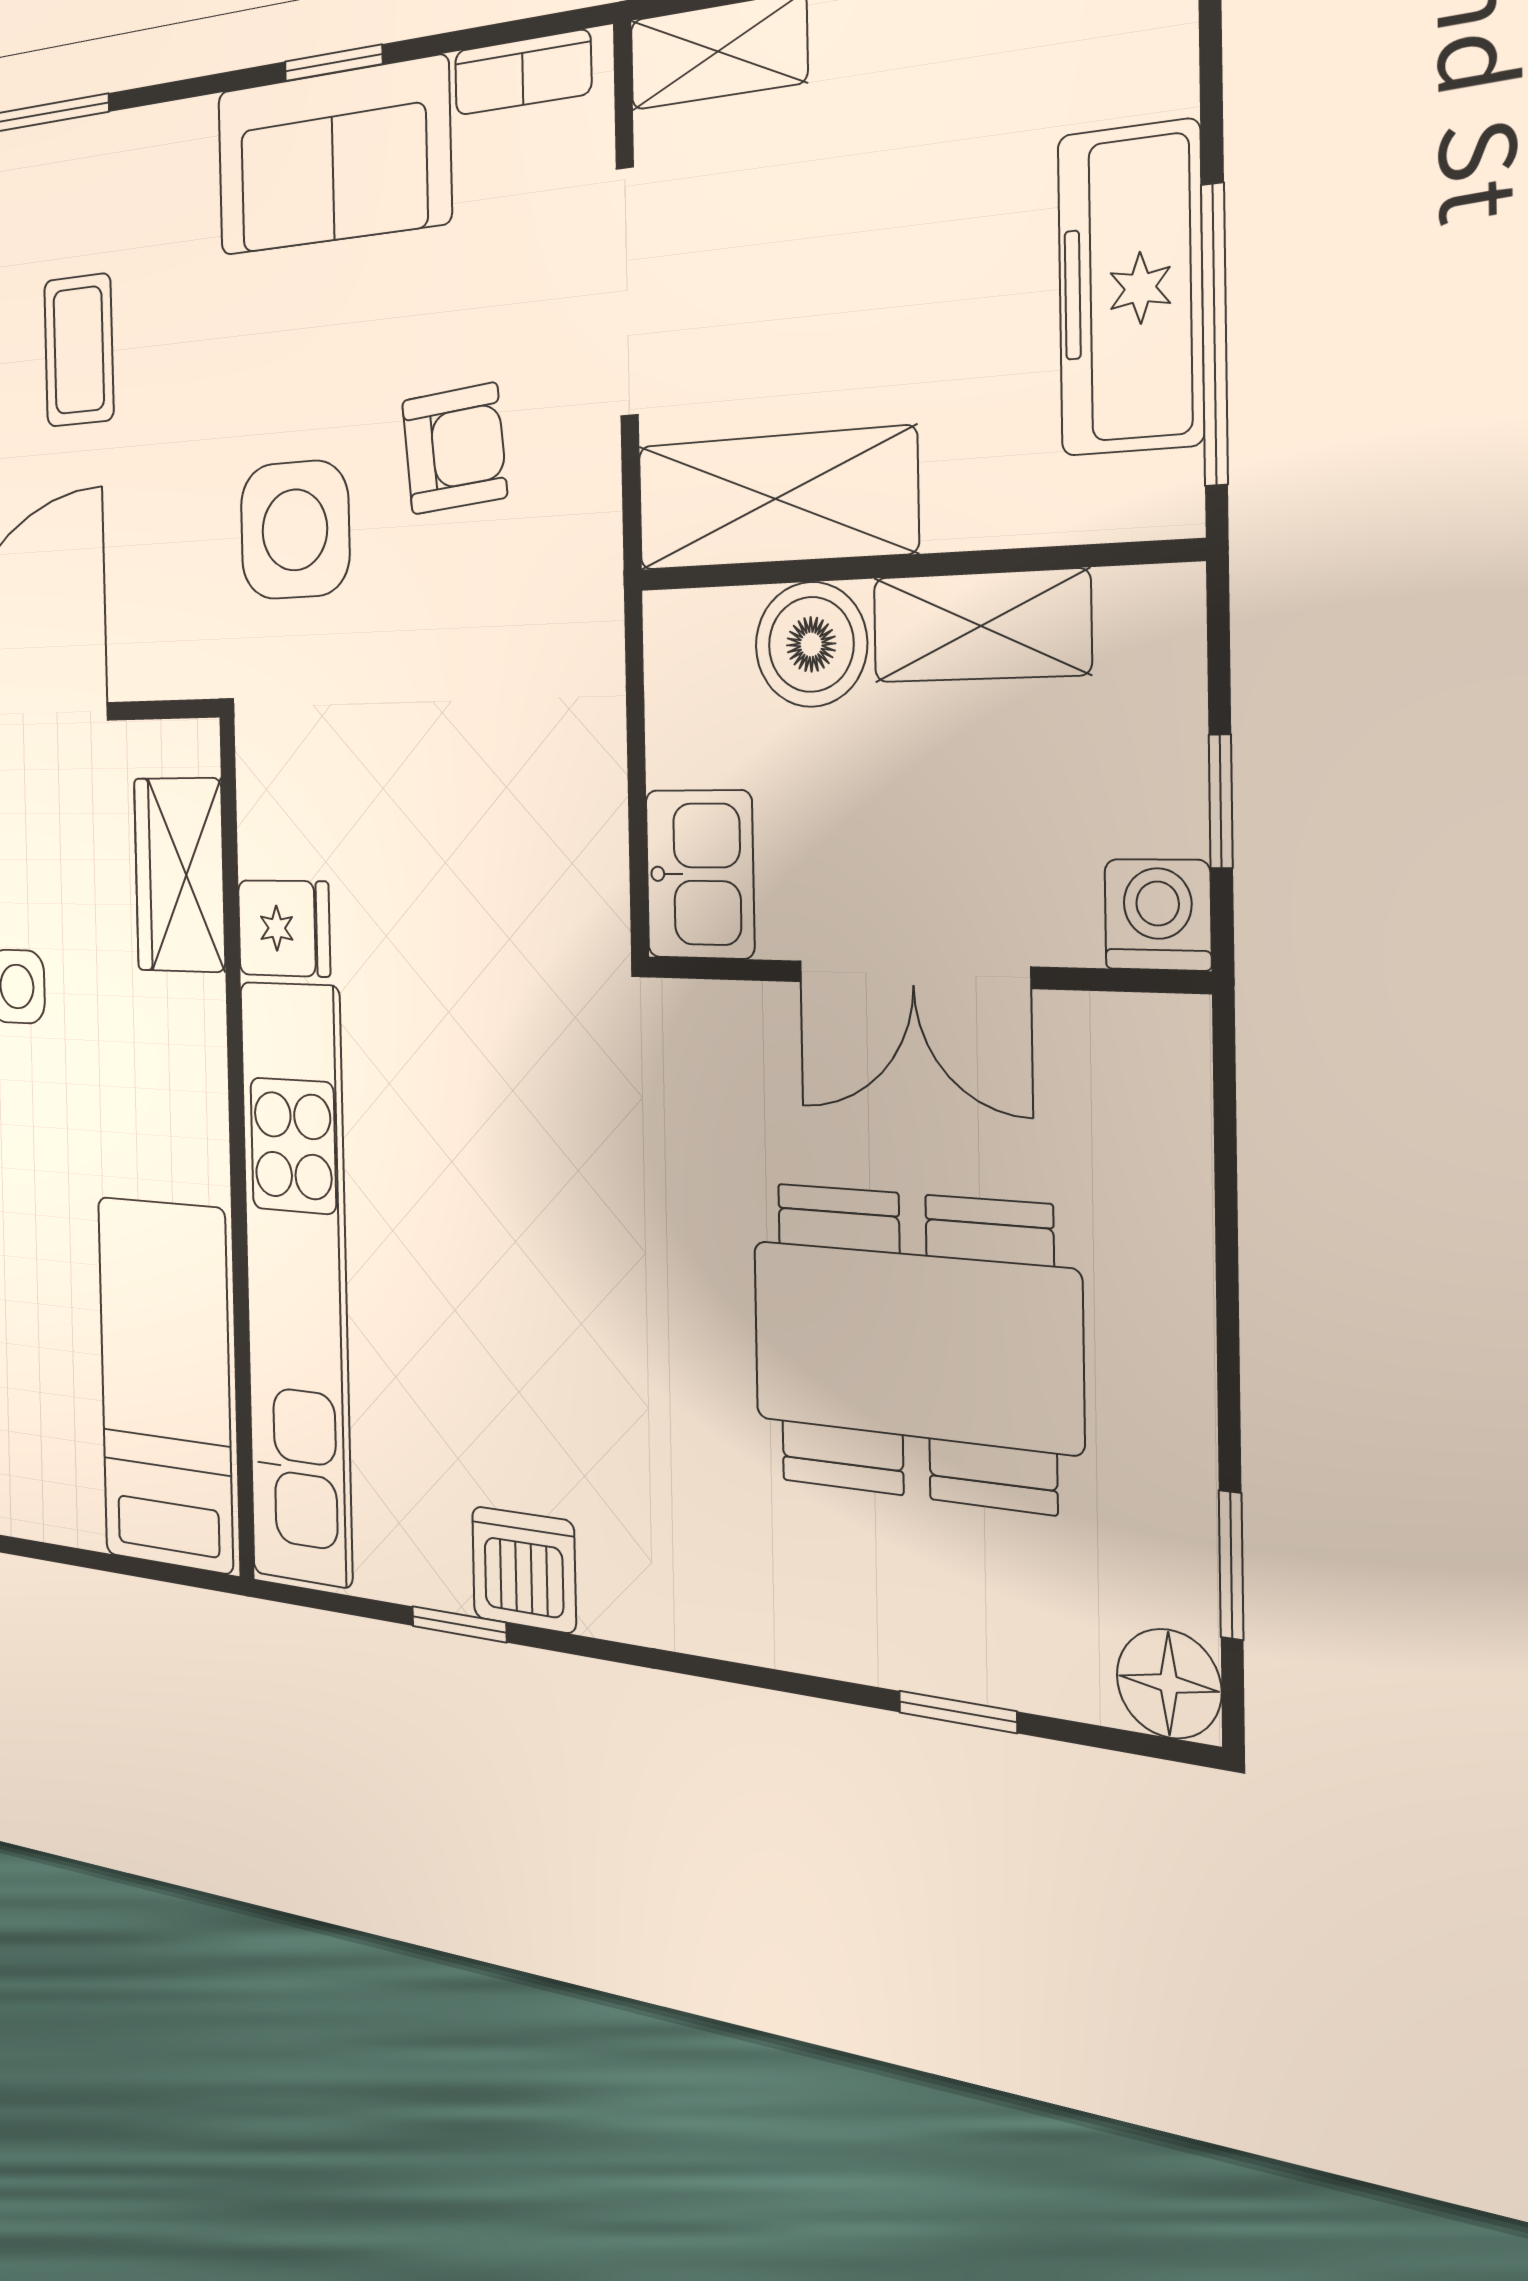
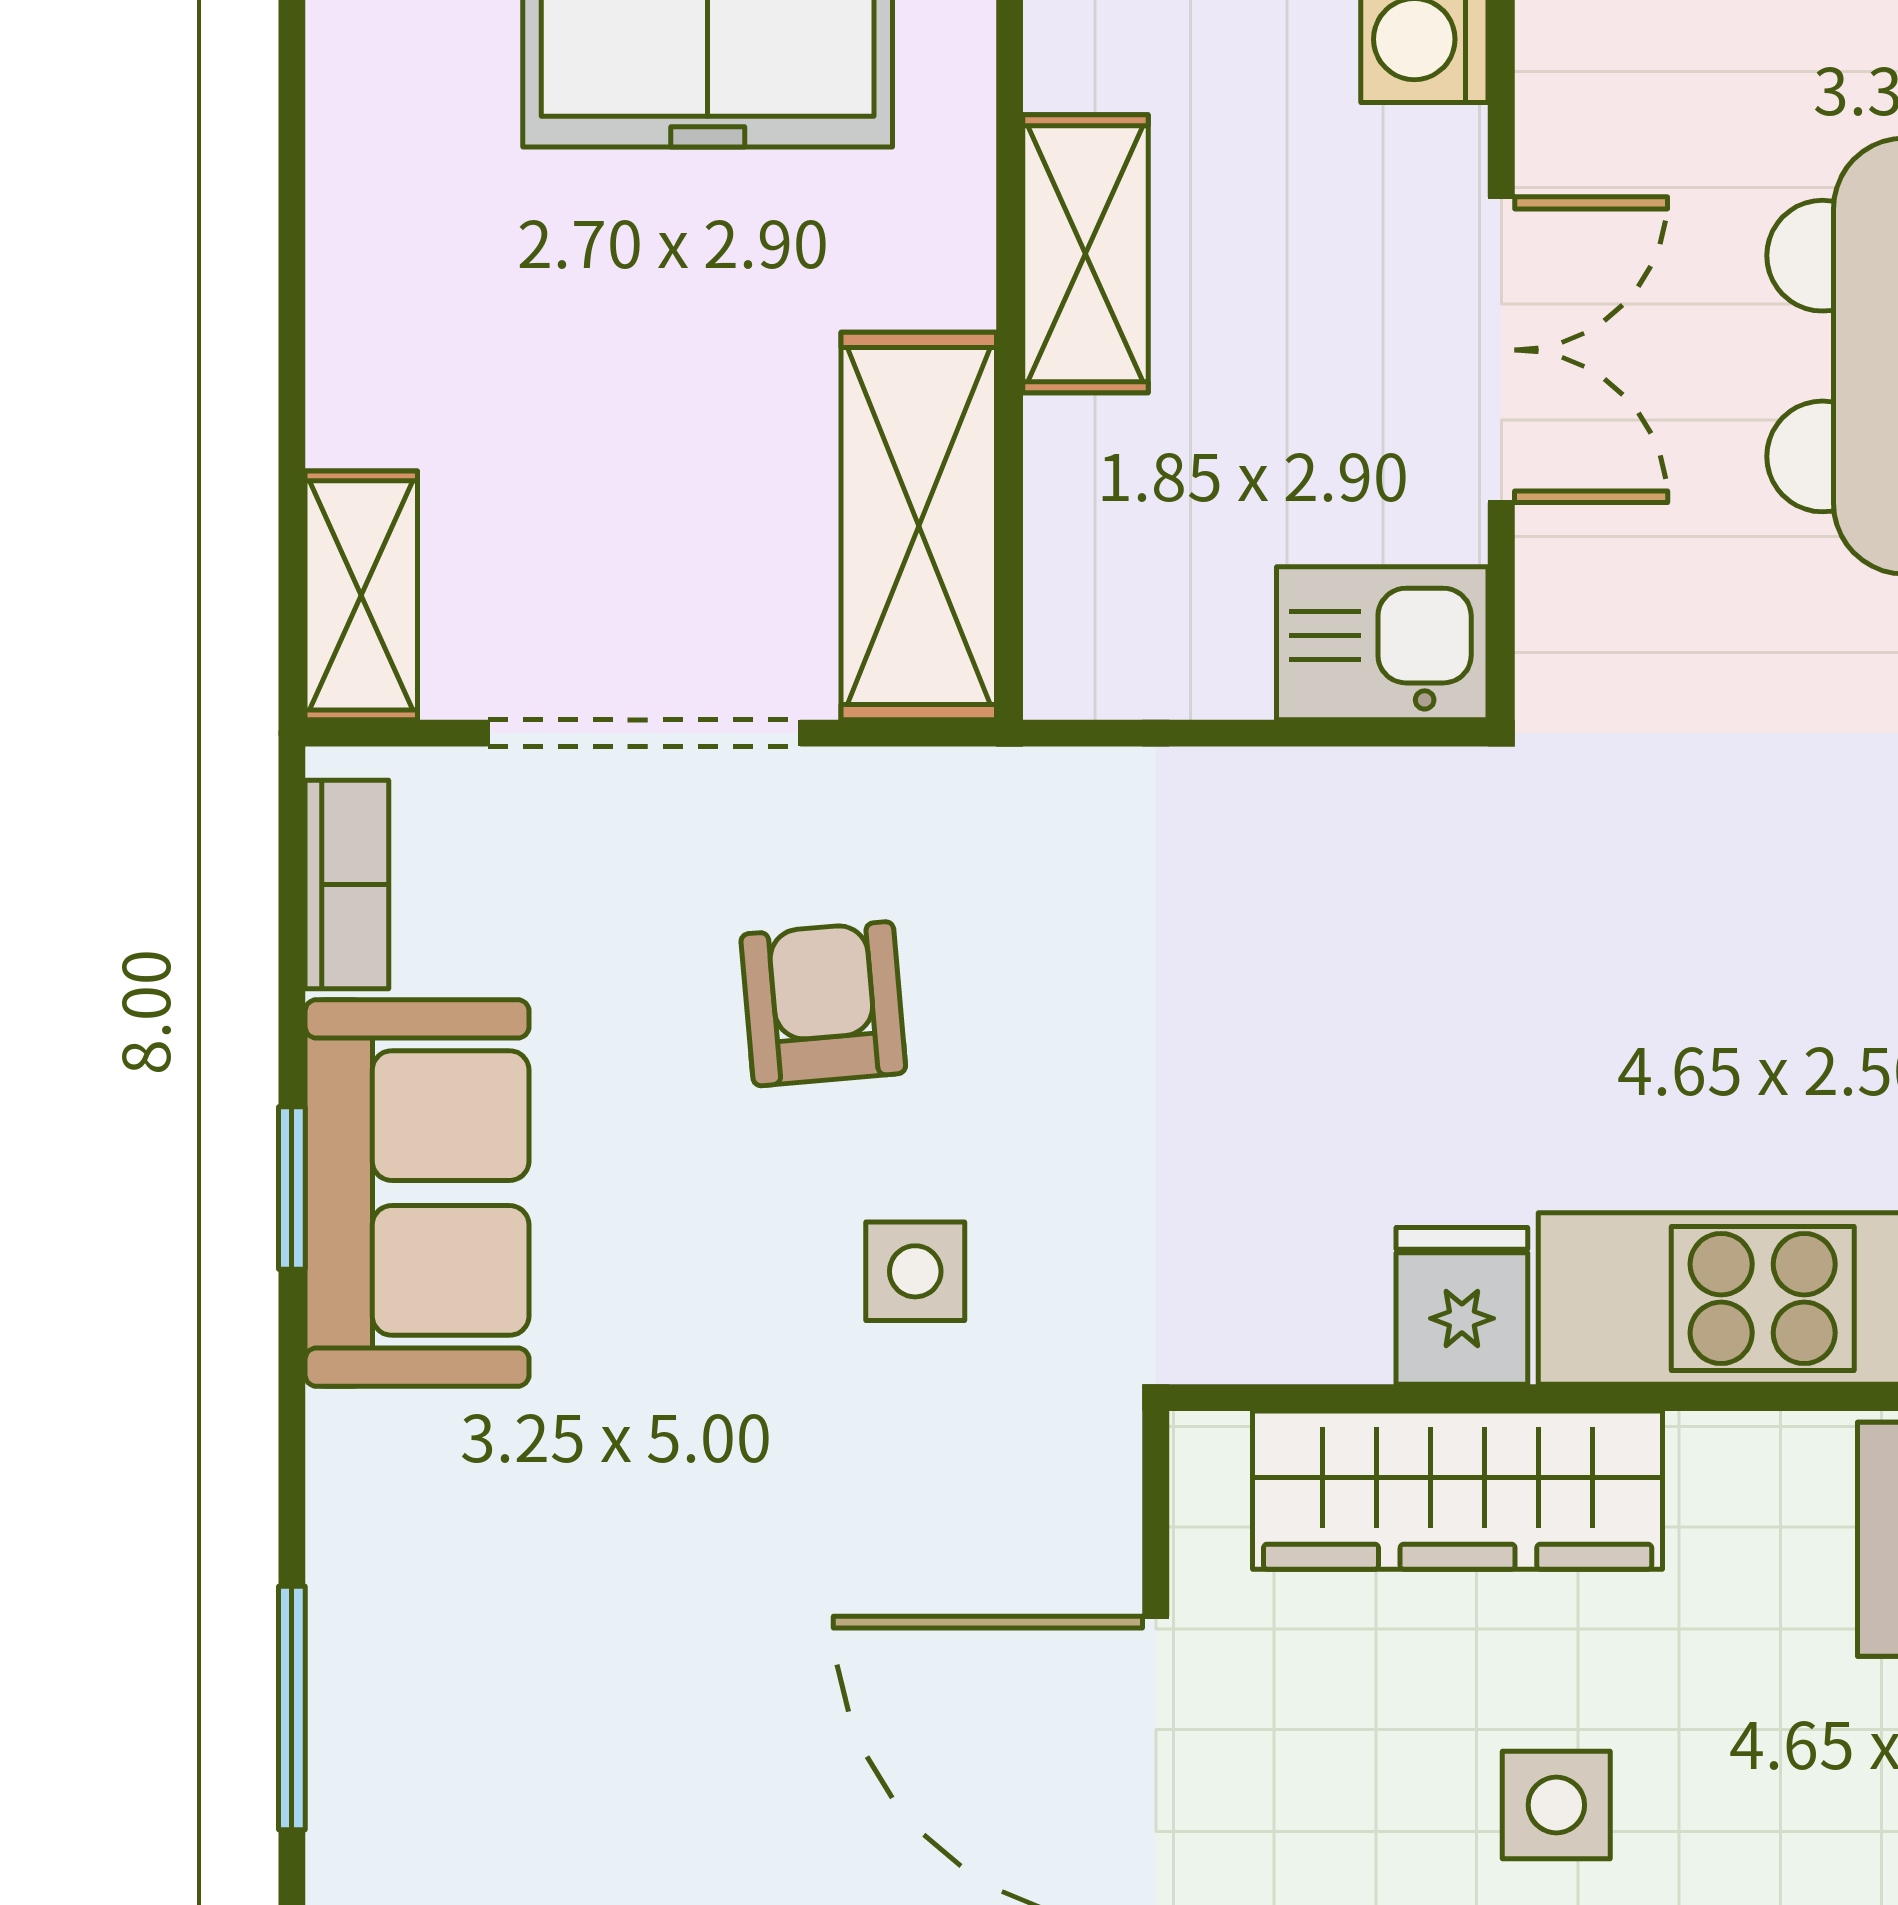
coffee table: (79, 350) -> (636, 1654), removed
side table: (295, 530) -> (915, 1271), width x0.54, depth x0.54
boiler: (811, 644) -> (1099, 480), removed
wardrobe: (179, 875) -> (1458, 1490), width x1.50

